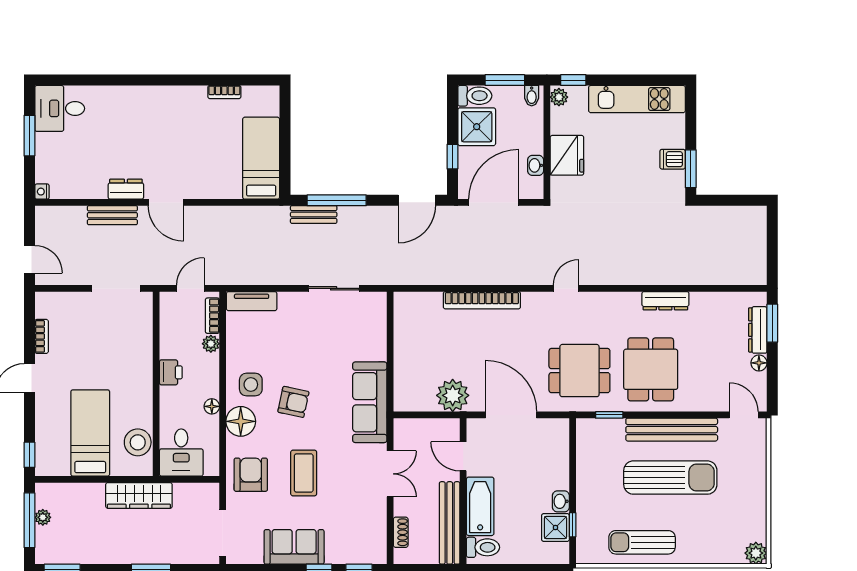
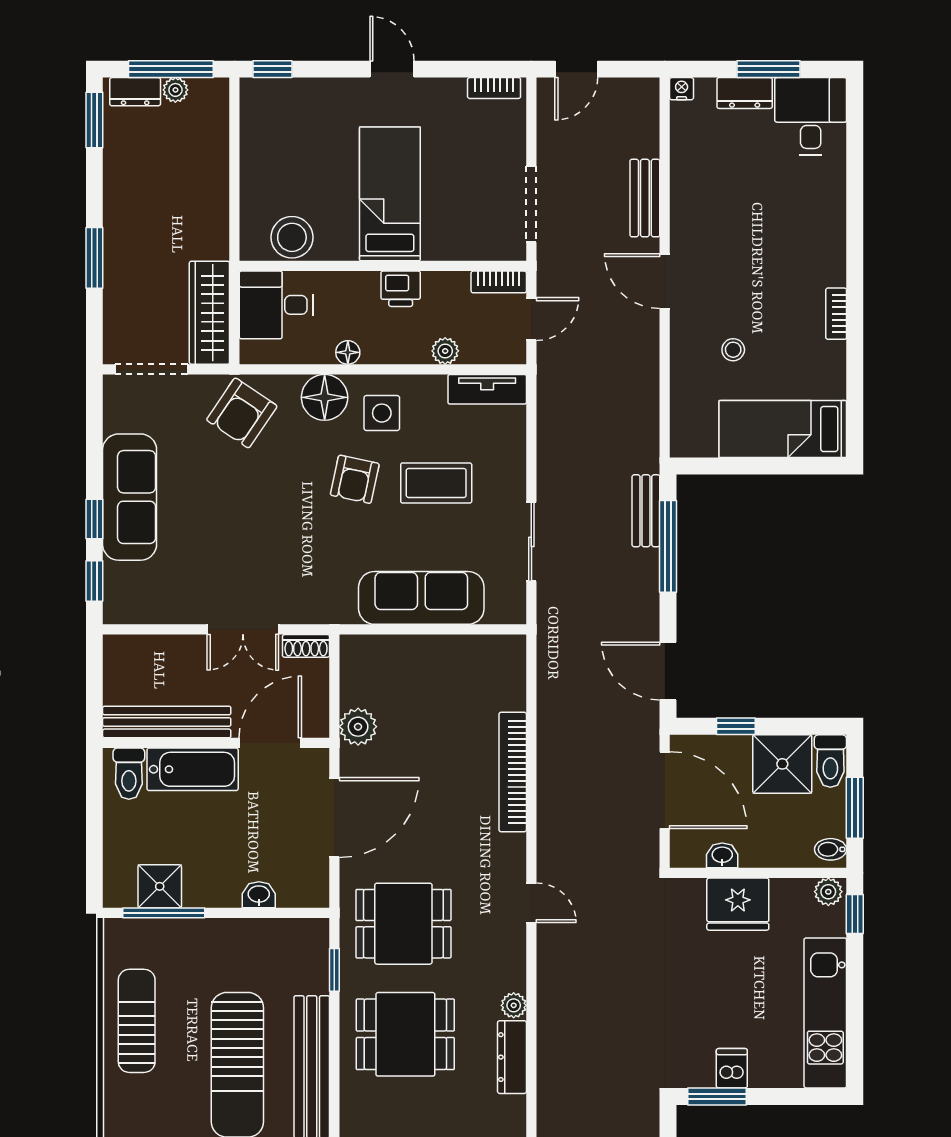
bookcase: (224, 92) -> (836, 314), moved
stool: (210, 158) -> (733, 350), added
bed: (261, 158) -> (783, 429), moved, turned 180
dresser: (126, 189) -> (745, 93), moved, turned 90
door: (166, 202) -> (665, 281), hinge flipped
door: (190, 288) -> (531, 319), hinge flipped
plant: (632, 300) -> (514, 1005), added
tv unit: (252, 301) -> (487, 389), moved, turned -90
bookcase: (212, 316) -> (499, 282), moved, turned 180
bookcase: (42, 336) -> (494, 88), moved
dining table: (579, 371) -> (403, 924), turned 90
plant: (453, 395) -> (358, 727), width x0.73, depth x0.73
sofa: (370, 402) -> (421, 598), moved
bed: (90, 433) -> (390, 194), moved, turned -90
door: (463, 456) -> (270, 743), width x1.38
coffee table: (304, 473) -> (436, 483), moved
armchair: (251, 475) -> (242, 413), turned 124
wardrobe: (139, 495) -> (209, 313), moved
washbasin: (561, 501) -> (259, 895), moved
window: (573, 525) -> (164, 913), width x2.17
shoe rack: (401, 532) -> (306, 646), moved
dresser: (44, 543) -> (135, 92), added
sofa: (294, 547) -> (130, 497), width x1.36

